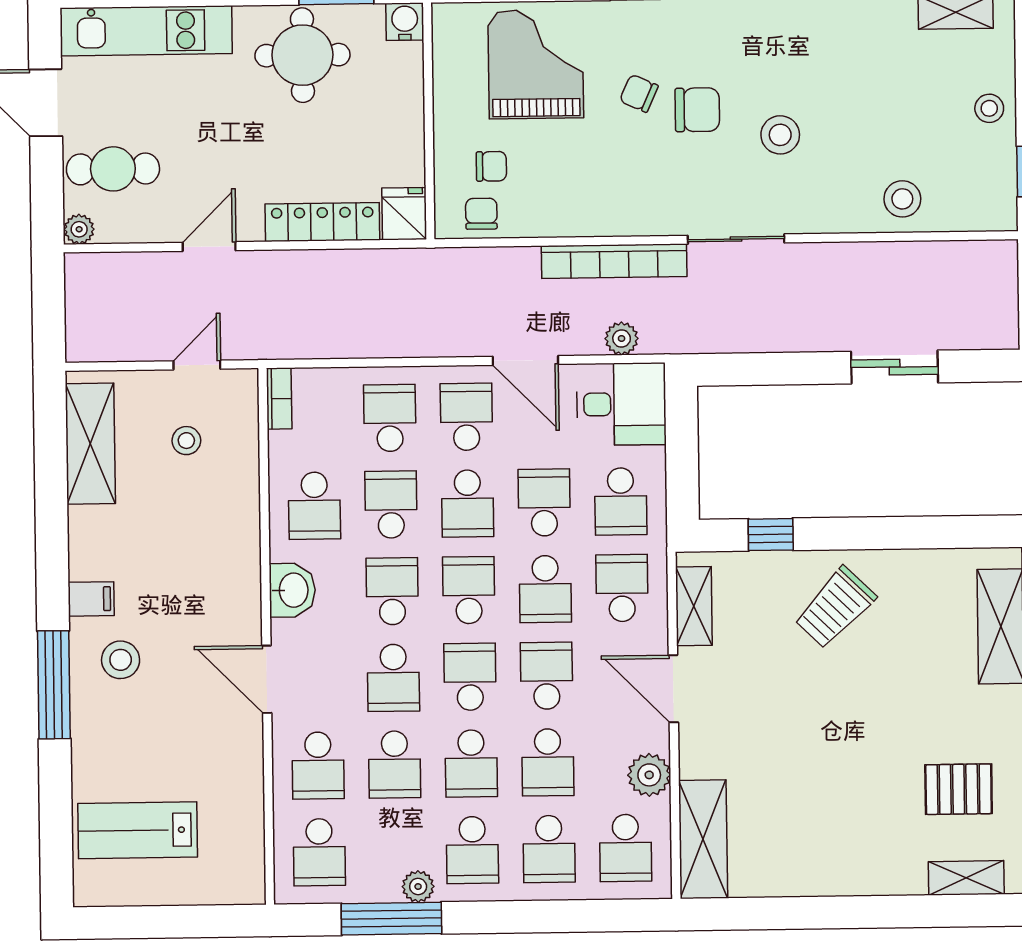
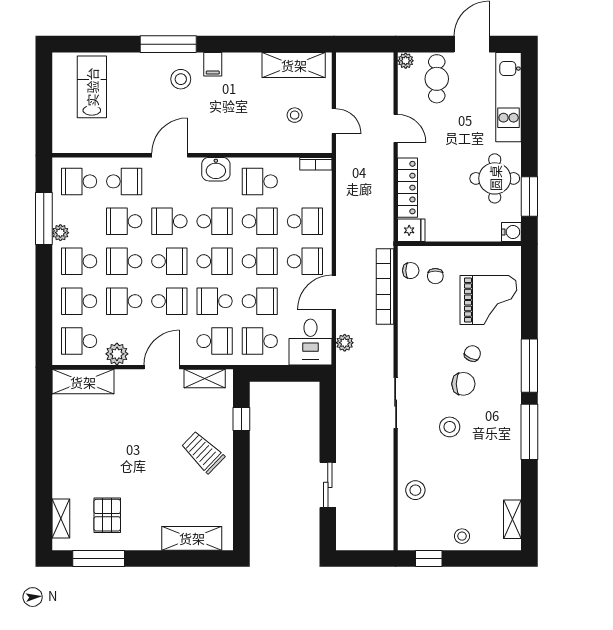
chair: (697, 110) -> (463, 384), turned -90
bookcase: (614, 261) -> (385, 286), moved
school desk: (468, 504) -> (260, 261), turned 180
school desk: (318, 766) -> (124, 181), turned 180

